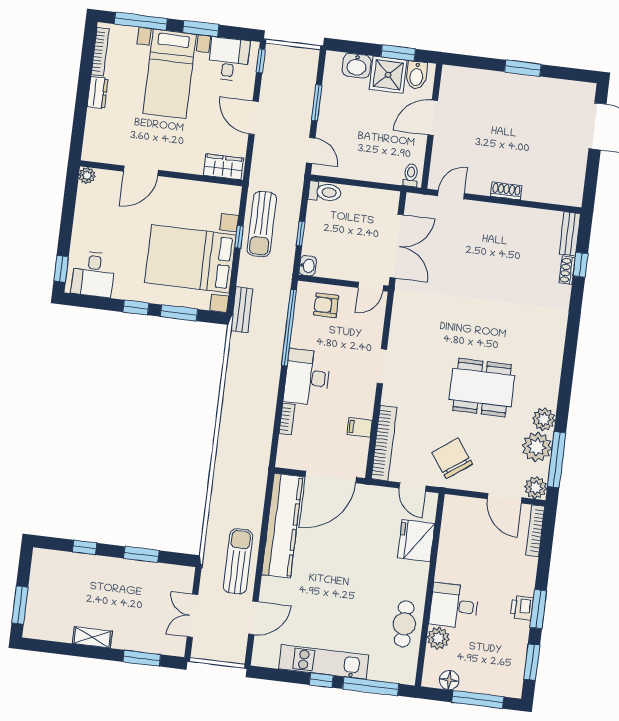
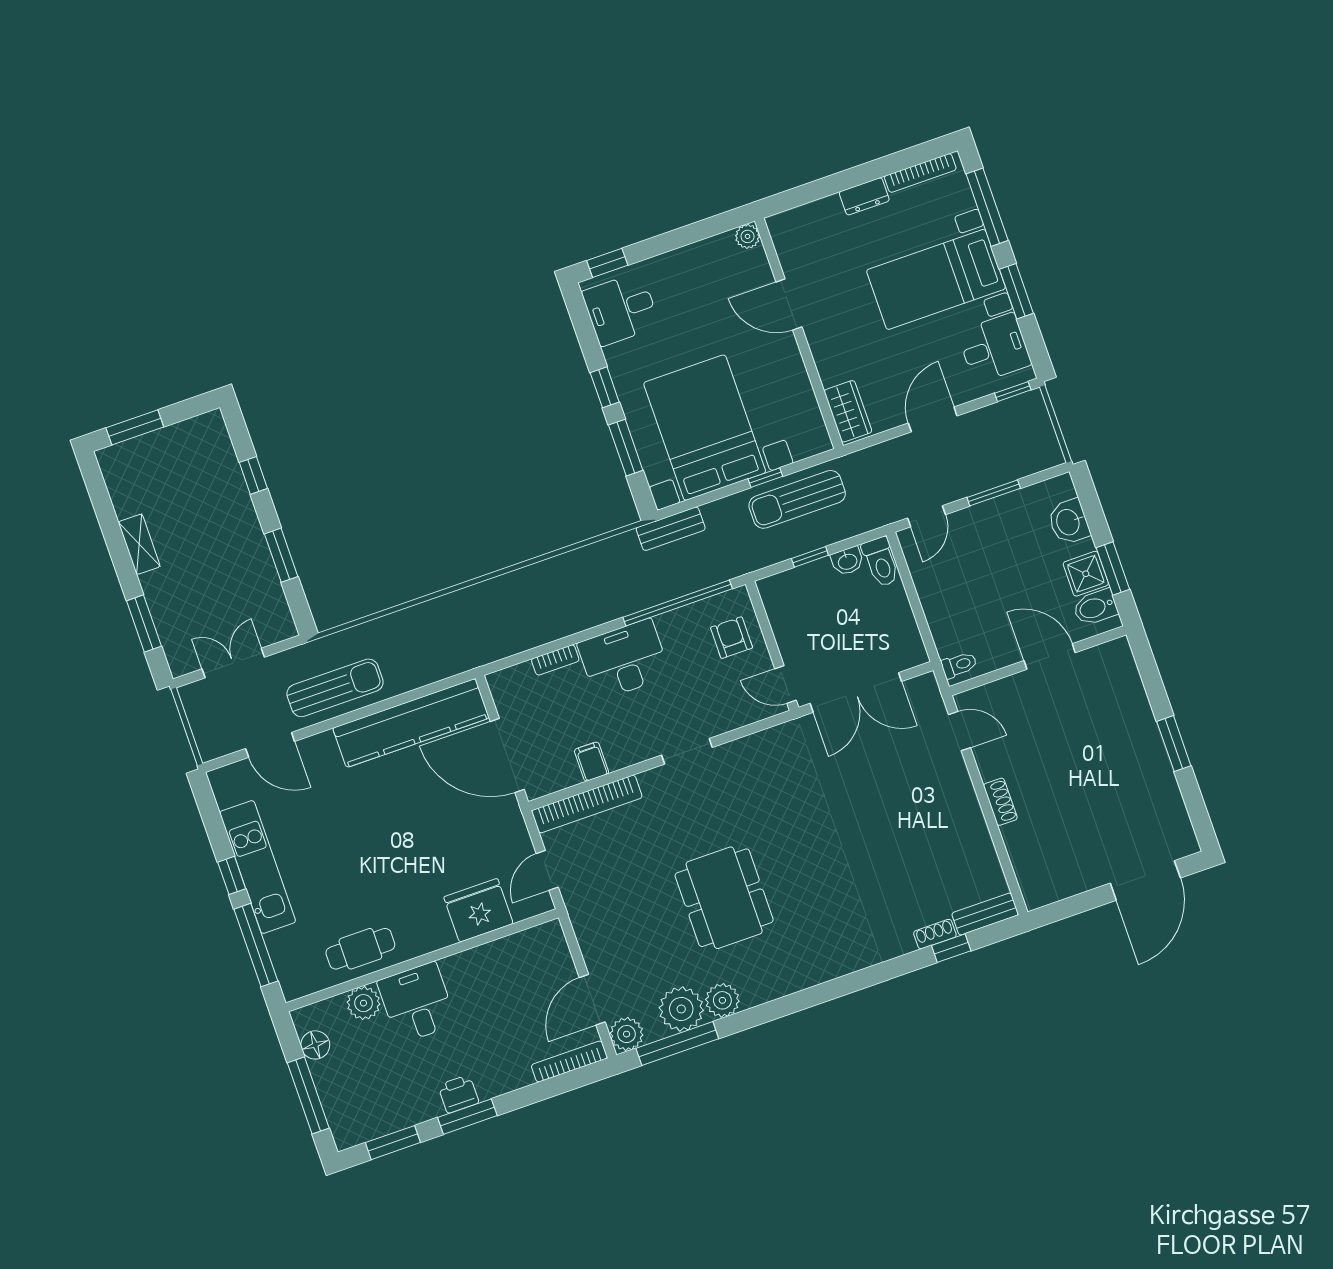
shower: (388, 75) -> (1086, 574), width x0.73, depth x0.73
washbasin: (308, 266) -> (847, 561), moved
chair: (452, 458) -> (611, 904), removed

